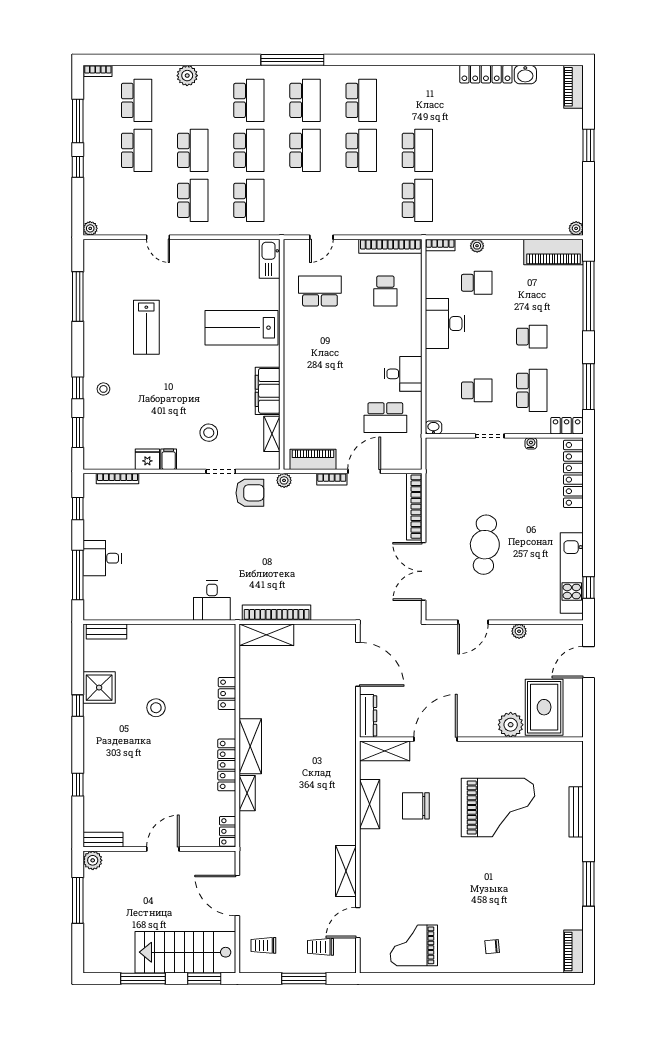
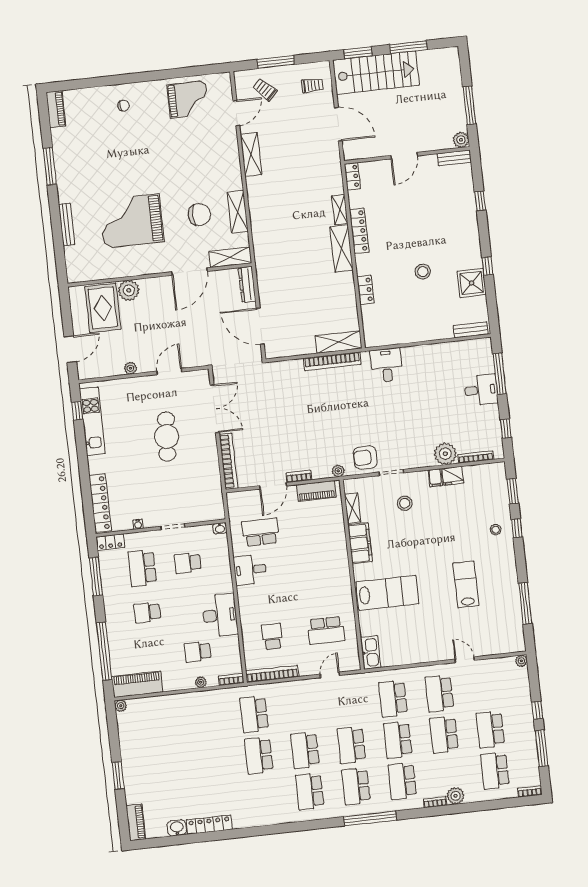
bookcase: (213, 71) -> (435, 802), added
plant: (154, 486) -> (445, 454), added
trolley: (321, 947) -> (265, 90), turned -135

